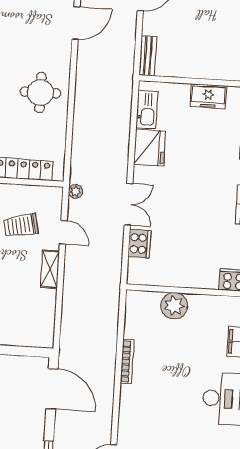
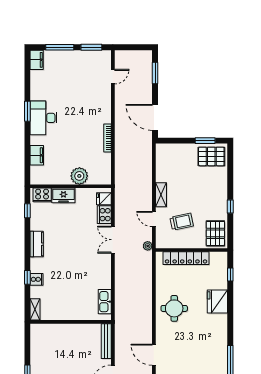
door: (76, 23) -> (154, 355), hinge flipped
bench: (148, 56) -> (106, 341), width x1.36
freezer: (208, 96) -> (63, 195), moved, turned 180
fridge: (150, 148) -> (104, 199), moved, width x0.53, depth x0.75

